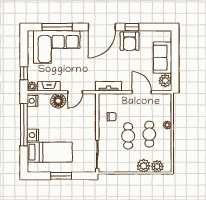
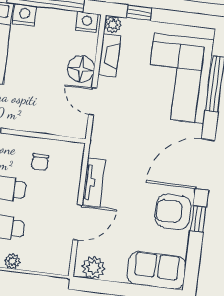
door: (102, 27) -> (205, 164), hinge flipped
sofa: (163, 58) -> (156, 270), moved
tv unit: (109, 86) -> (94, 183), moved

